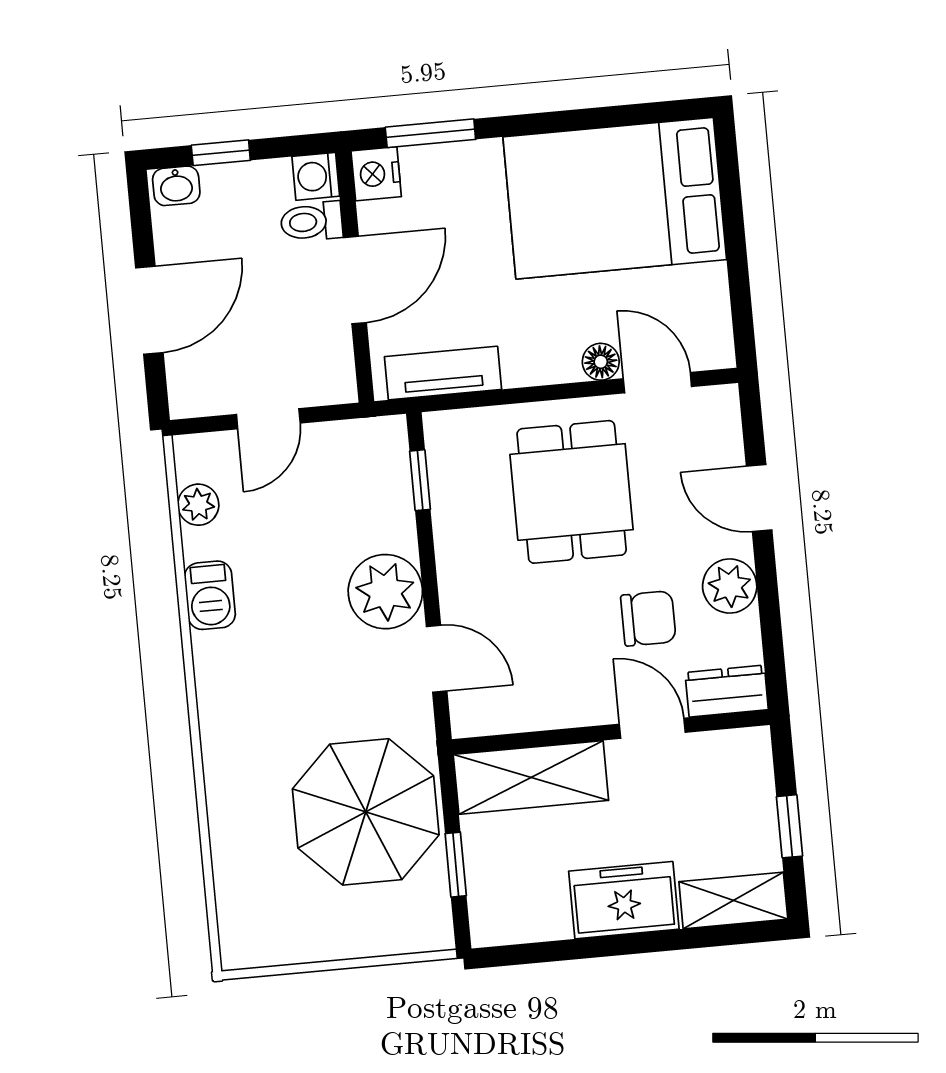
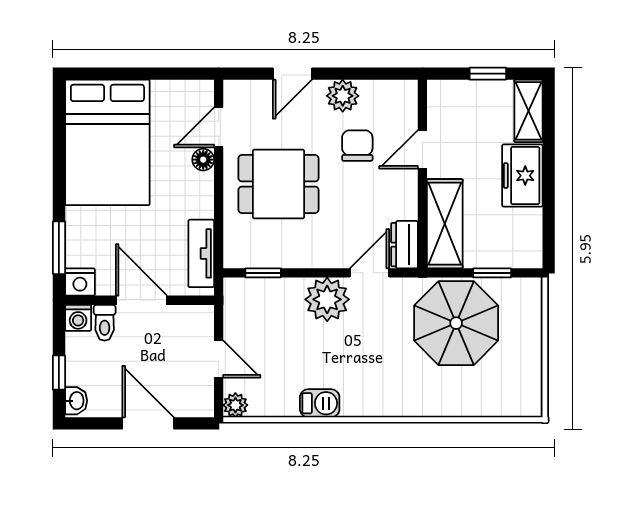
plant: (198, 505) -> (235, 405), moved
dresser: (727, 691) -> (405, 245), moved

